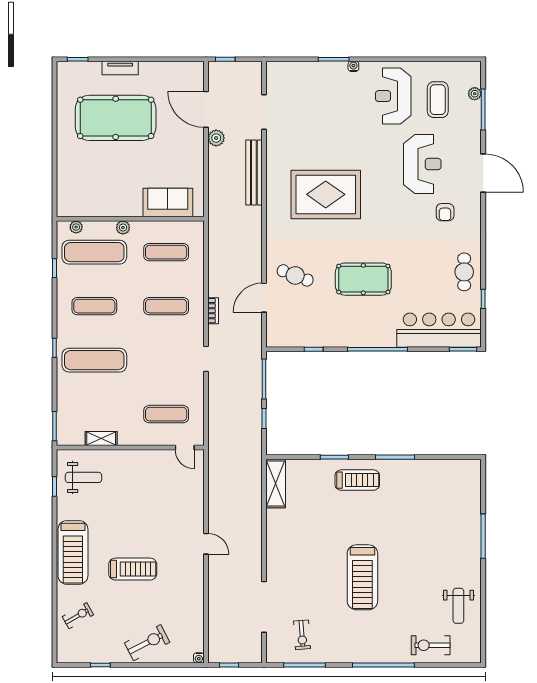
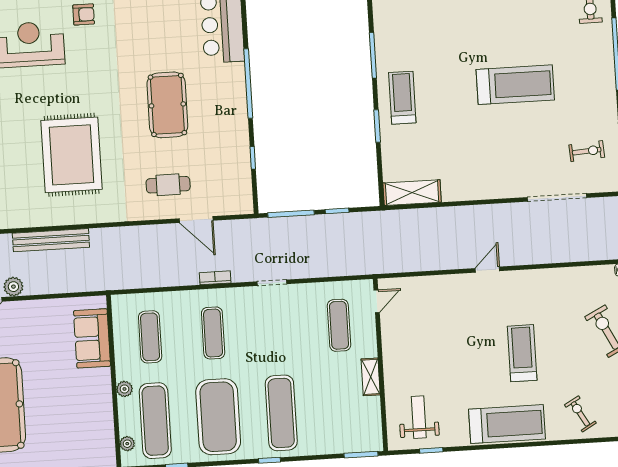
cafe table: (295, 275) -> (168, 185), turned 69
exercise mat: (94, 306) -> (218, 417), width x2.00, depth x1.45
shelving: (101, 438) -> (371, 377), moved

